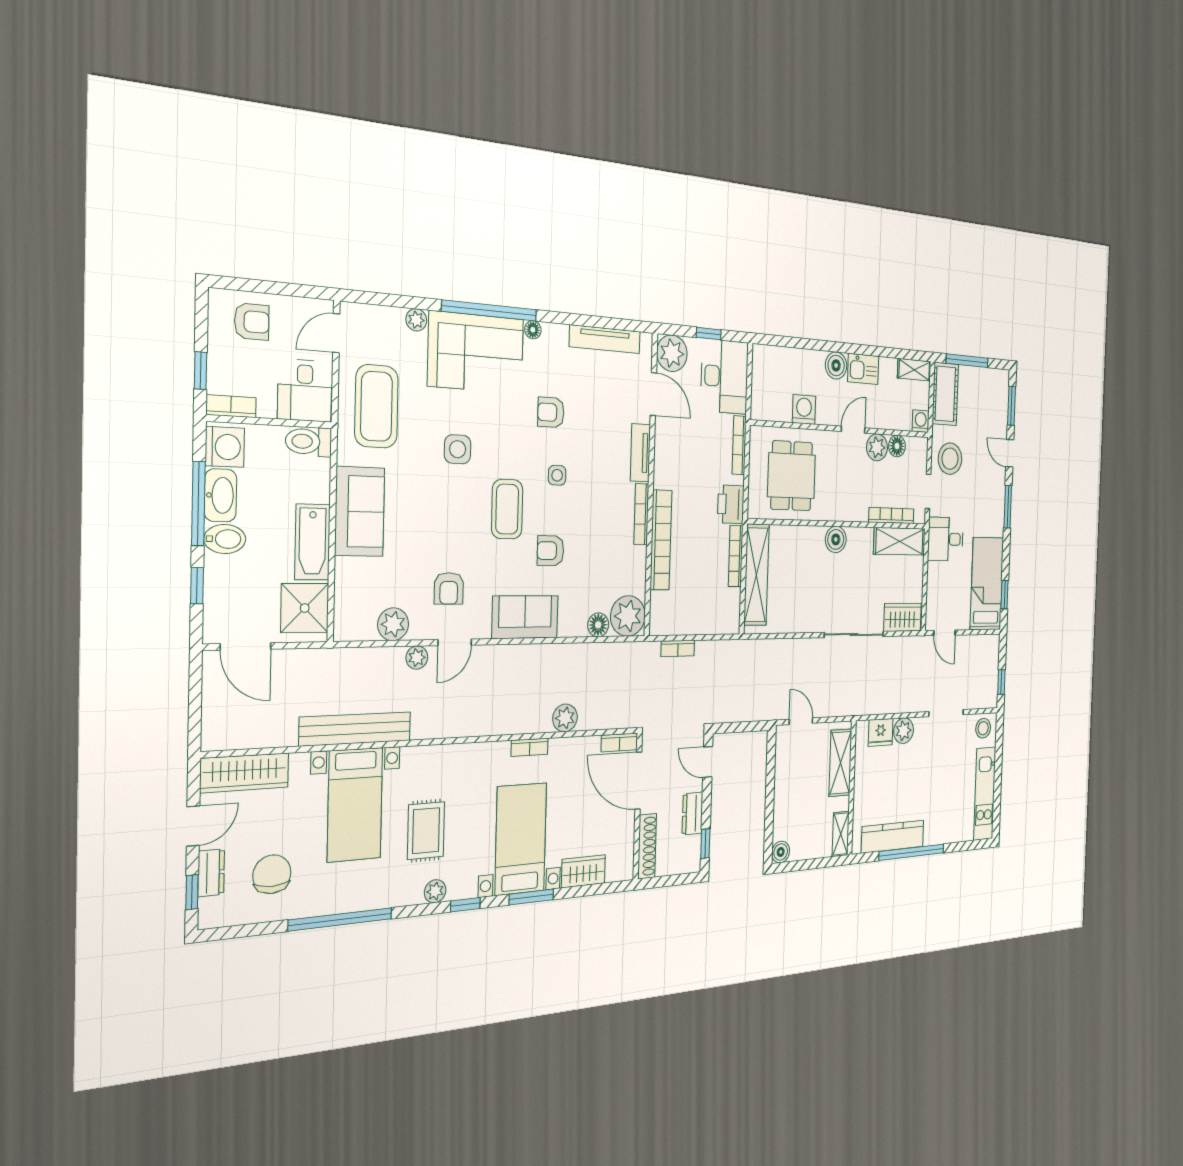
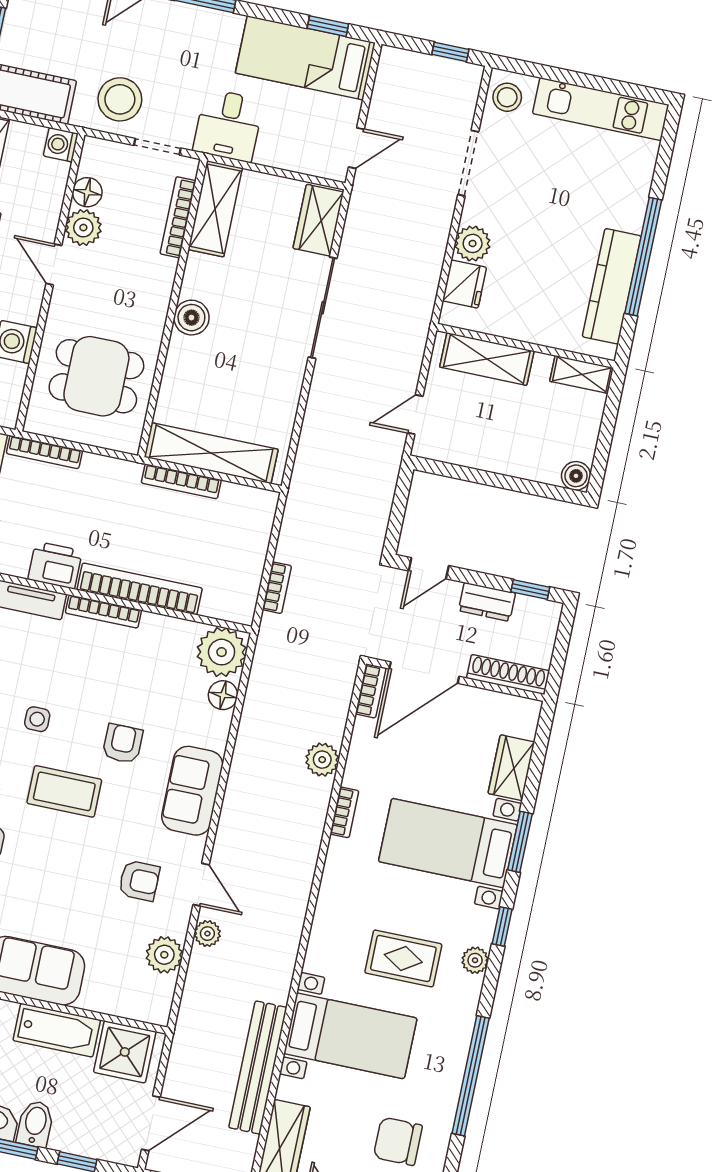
printer: (731, 504) -> (55, 565), moved, turned 180
armchair: (551, 551) -> (123, 744), turned 180
bench: (355, 729) -> (258, 1068), moved

